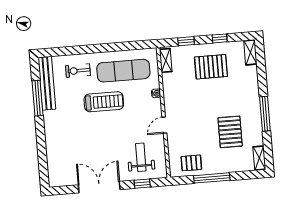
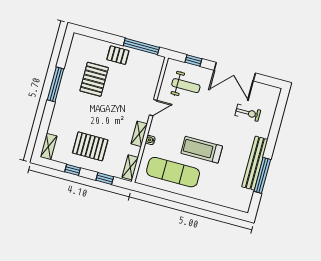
exercise bike: (78, 71) -> (248, 113), moved
bench: (47, 83) -> (255, 163), moved
weight bench: (141, 157) -> (186, 86), turned -90
shelving: (259, 158) -> (139, 134), moved
pallet: (191, 163) -> (118, 55), moved
window: (212, 178) -> (141, 46), moved

